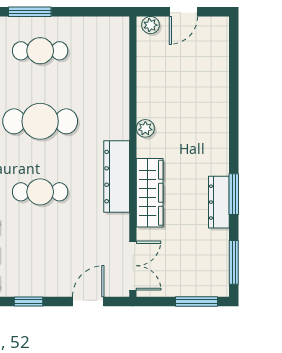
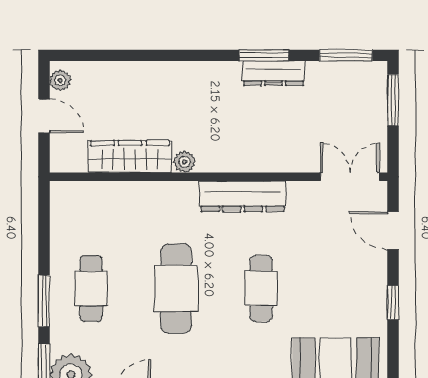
plant: (150, 25) -> (60, 80), moved
wardrobe: (150, 193) -> (130, 157), moved

